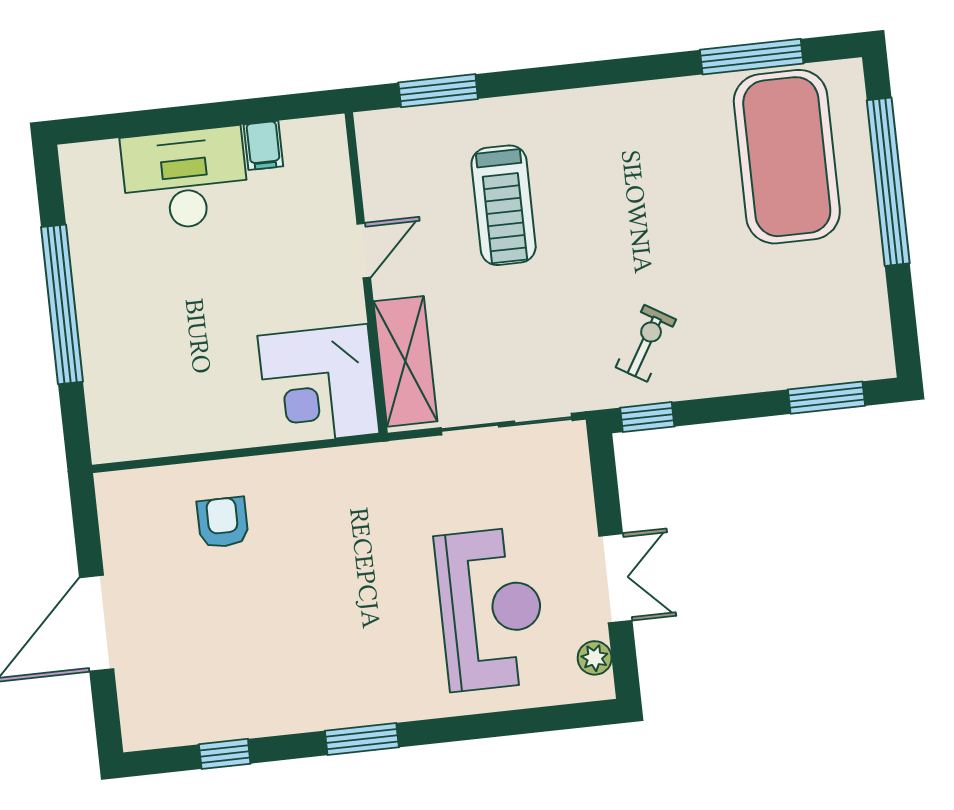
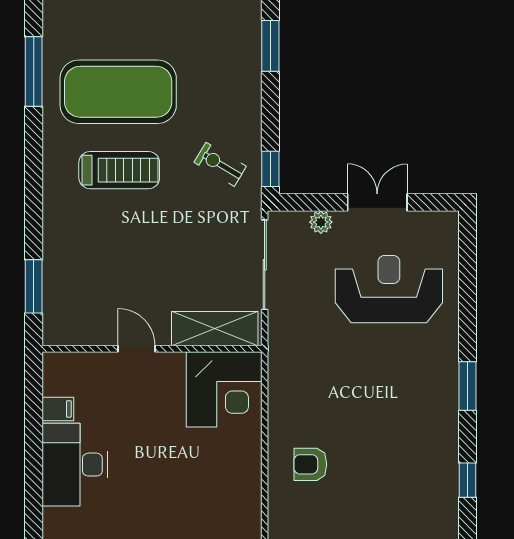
exercise mat: (787, 157) -> (118, 92), moved
treadmill: (504, 205) -> (119, 170), moved
plant: (595, 658) -> (321, 222), moved

